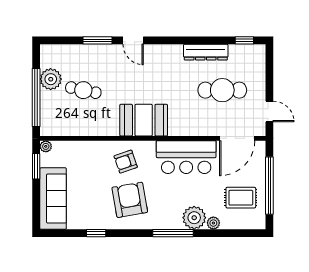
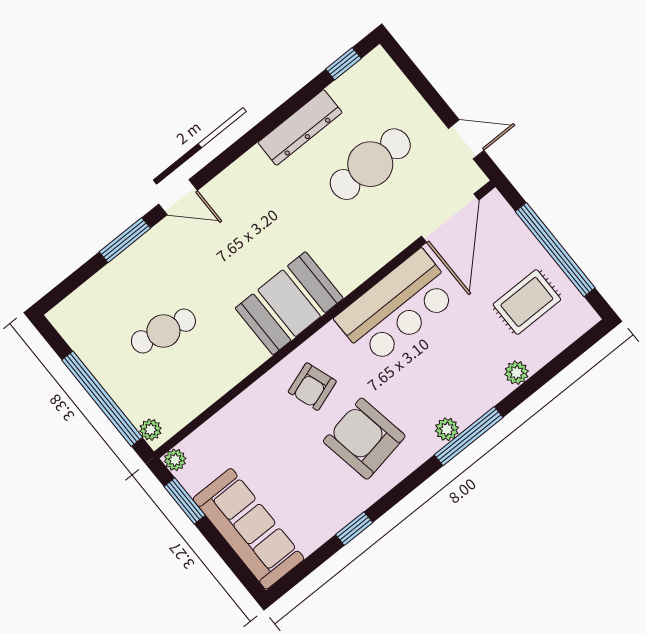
plant: (51, 79) -> (150, 430), moved, width x0.53, depth x0.53
plant: (194, 218) -> (447, 429), moved, width x0.53, depth x0.53

